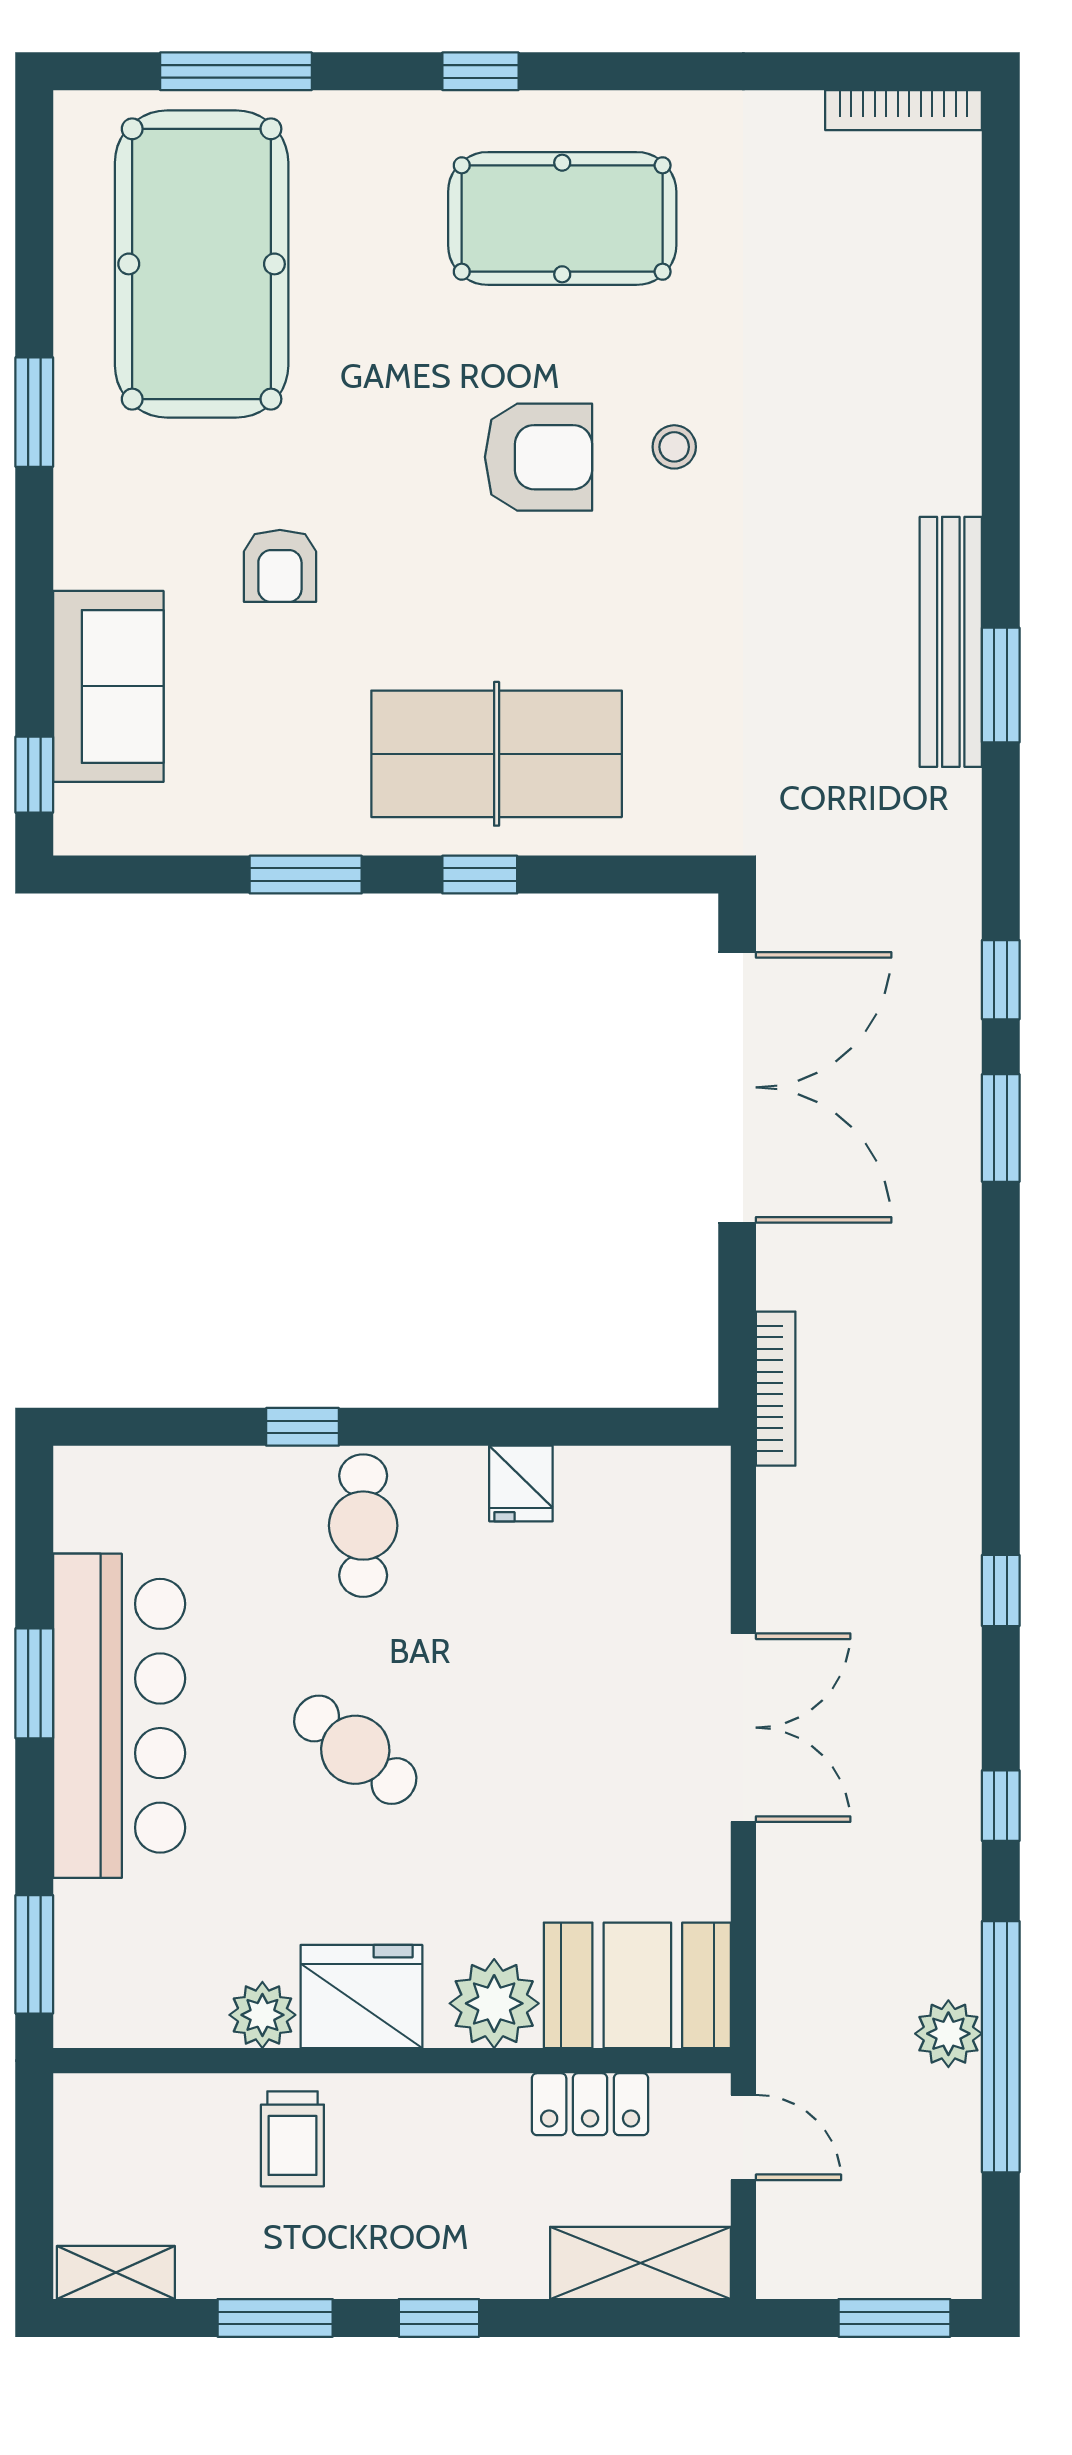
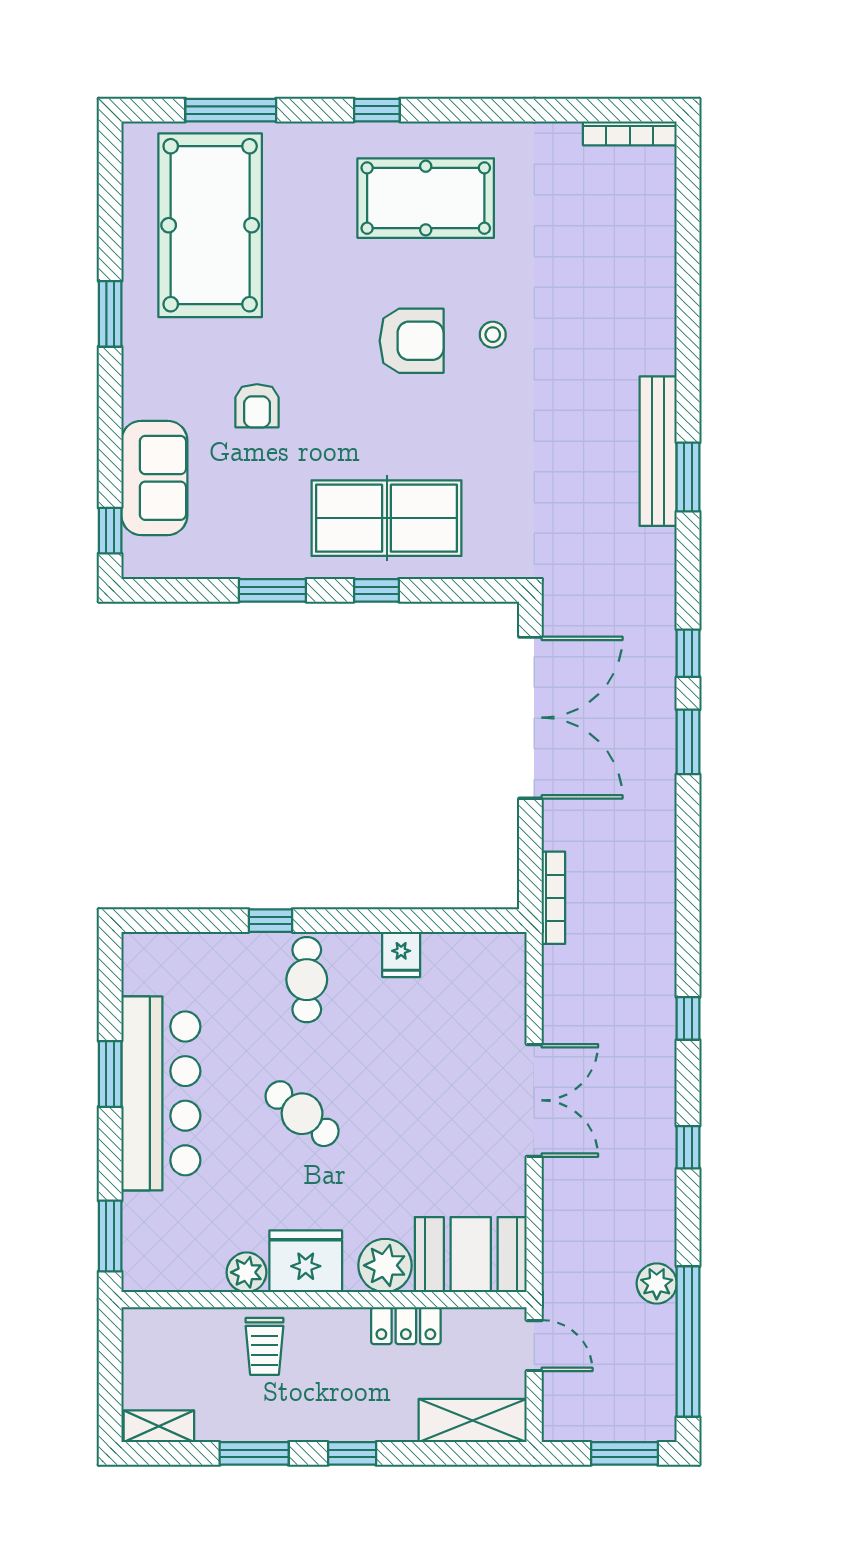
window: (1001, 2047) -> (688, 1342), moved
locker: (590, 2104) -> (406, 1326), moved

